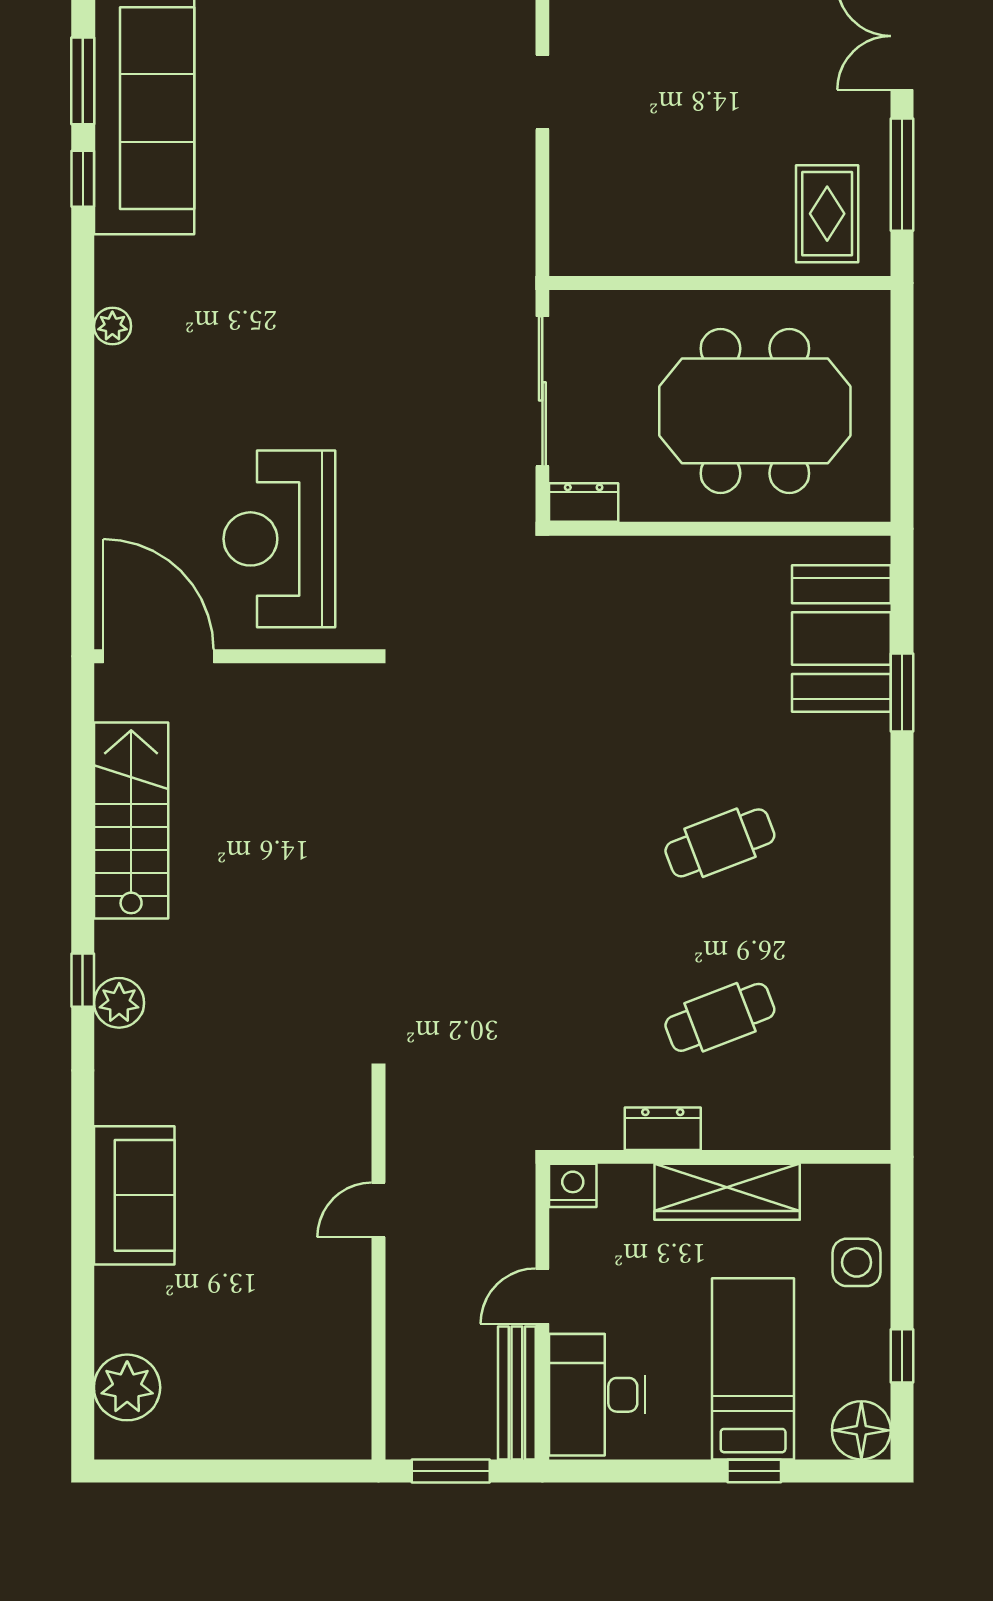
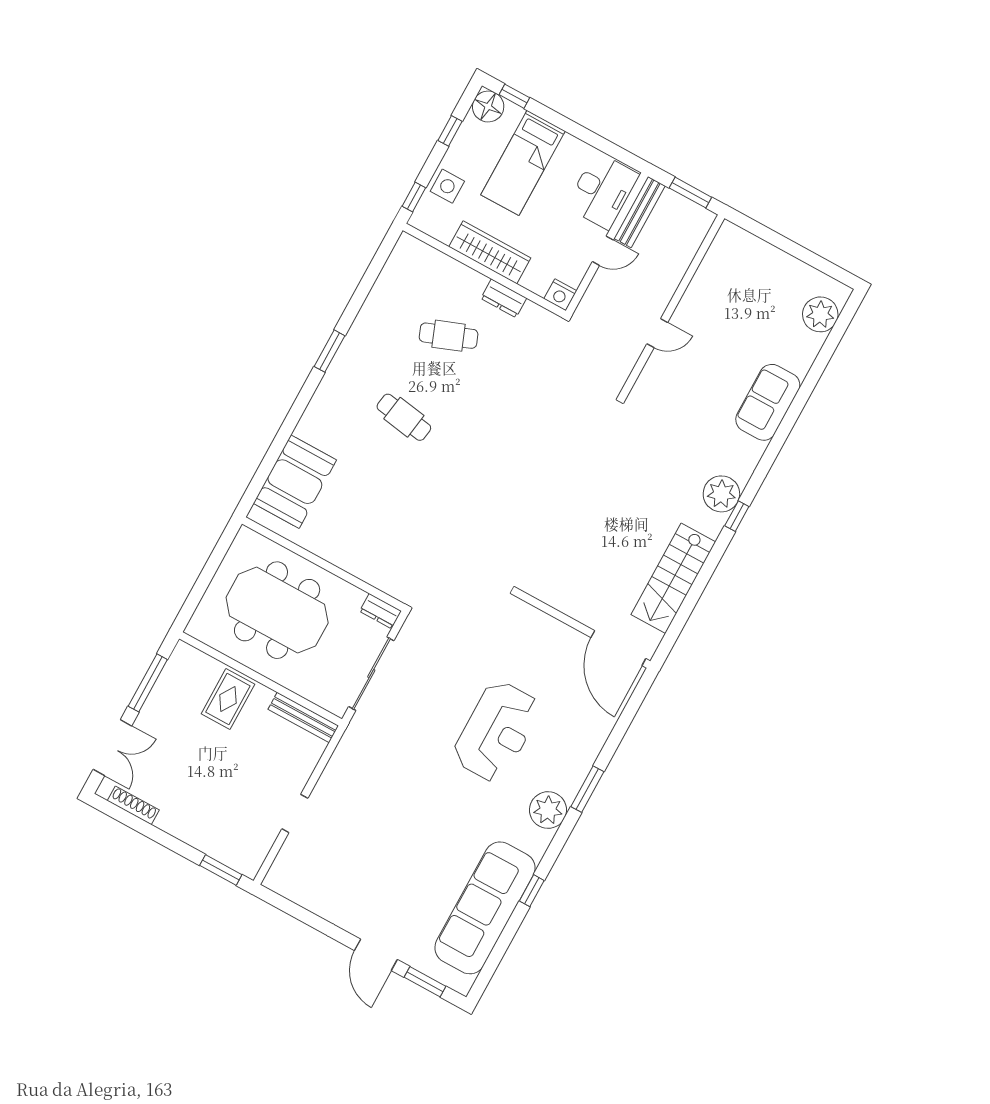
window: (83, 81) -> (587, 789), moved
rug: (827, 214) -> (228, 699), moved
bench: (615, 258) -> (303, 718), added
plant: (112, 326) -> (548, 810), width x1.88, depth x1.88
reception desk: (279, 539) -> (497, 731), moved
window: (902, 692) -> (329, 351), moved
cafe table: (720, 843) -> (404, 417), turned 30
plant: (119, 1003) -> (721, 494), width x1.36, depth x1.36
window: (902, 1214) -> (414, 197), added
window: (754, 1471) -> (514, 96), moved

